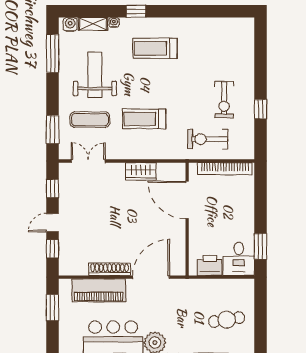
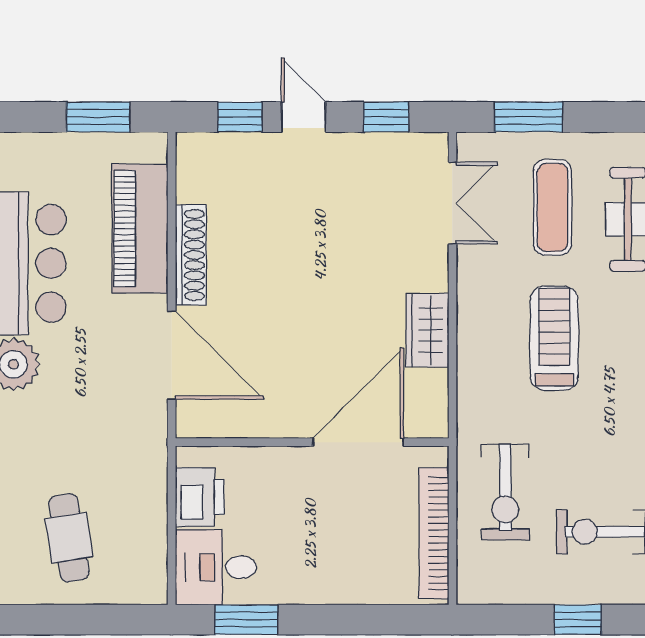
exercise bike: (208, 139) -> (505, 492), turned 180

